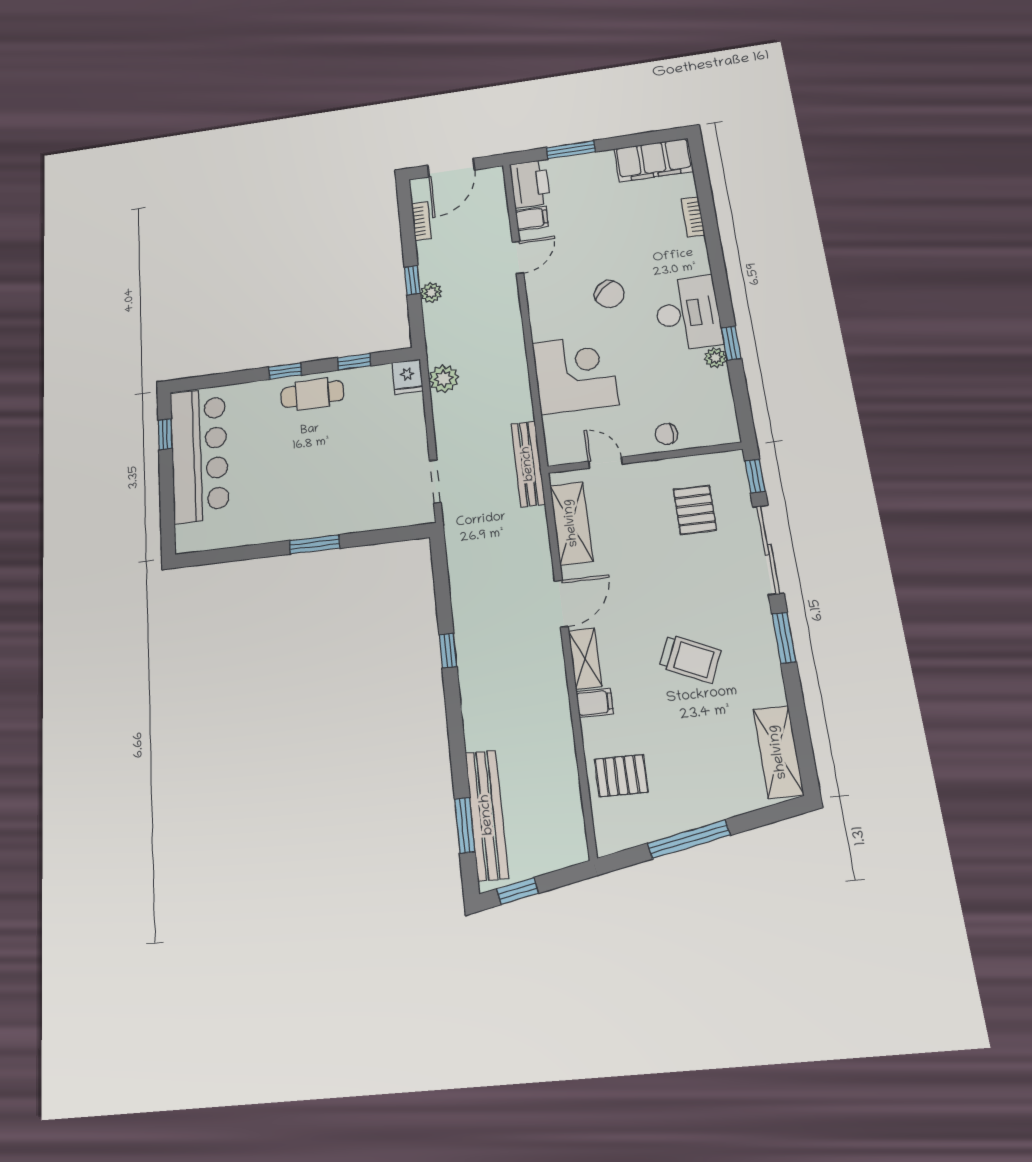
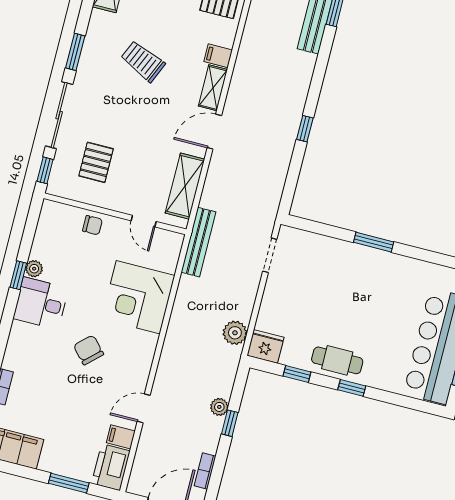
desk: (688, 313) -> (41, 303), width x0.73
fridge: (407, 377) -> (265, 346), width x1.38

